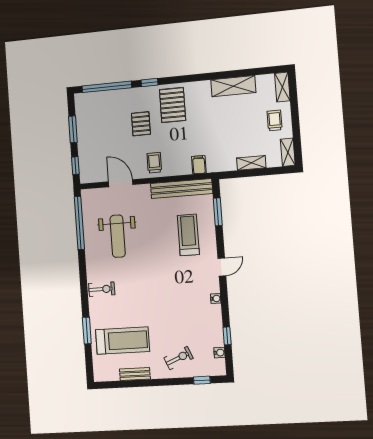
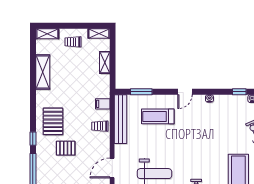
pallet: (173, 105) -> (53, 121), turned 90
trolley: (154, 163) -> (100, 126), moved
door: (222, 267) -> (185, 92), swing flipped

